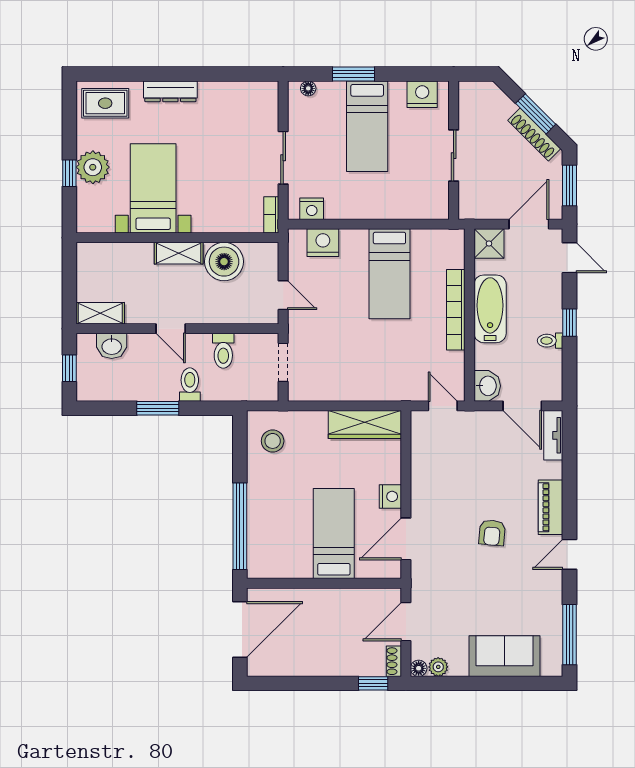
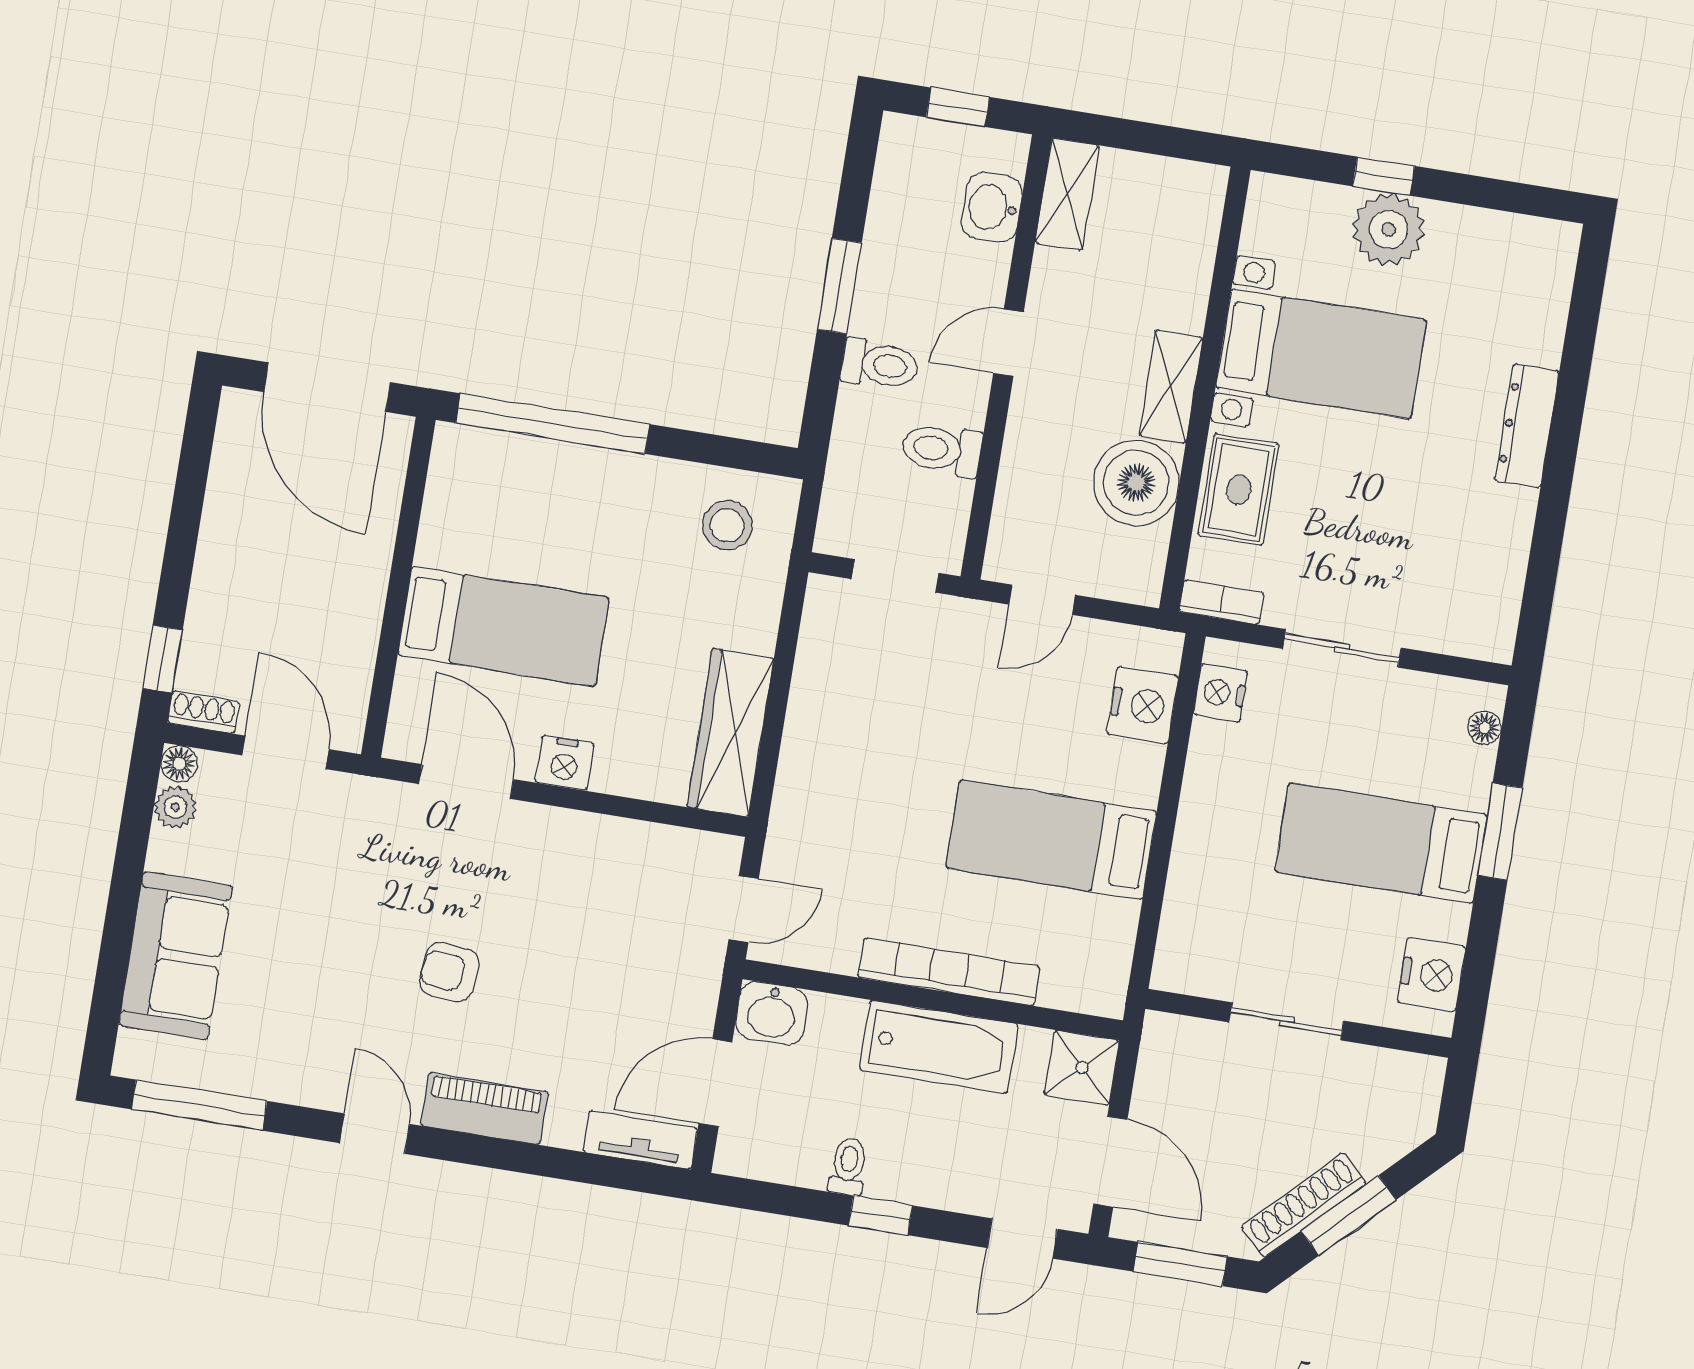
rug: (105, 103) -> (1239, 490), moved

